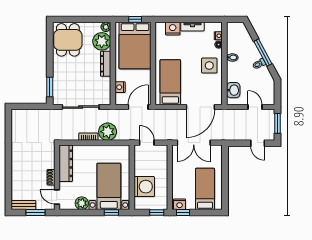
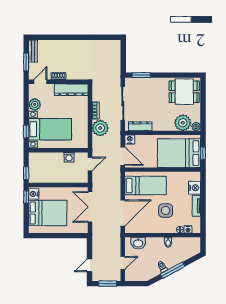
dresser: (106, 64) -> (140, 126), moved
side table: (209, 66) -> (166, 211), moved
nightstand: (120, 87) -> (130, 139), moved
door: (200, 107) -> (123, 213), swing flipped
washing machine: (144, 187) -> (69, 157), moved, width x0.53, depth x0.53
bed: (205, 189) -> (48, 213), width x1.50

